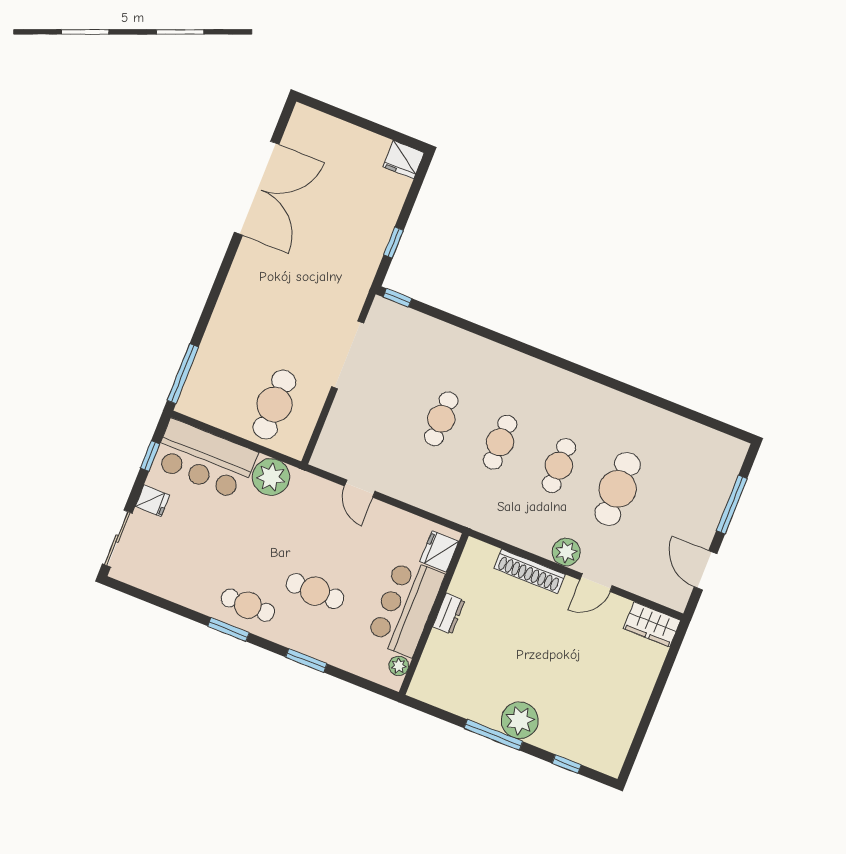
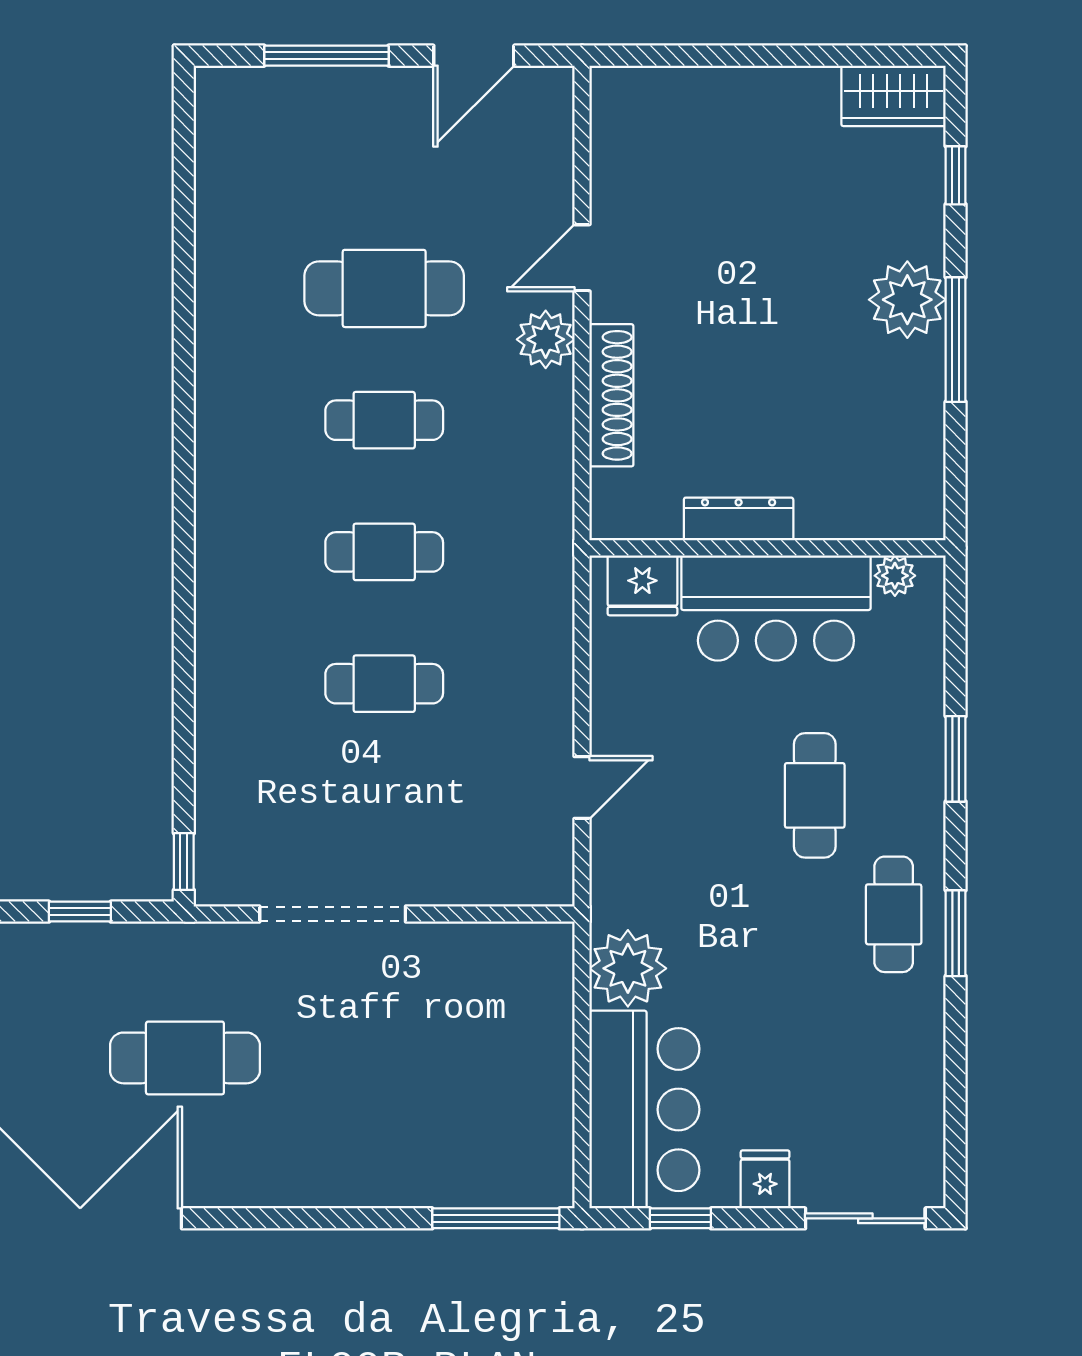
cafe table: (274, 404) -> (185, 1058), moved
door: (596, 583) -> (582, 258), swing flipped
dresser: (449, 614) -> (739, 519), width x1.44
wardrobe: (652, 624) -> (893, 96), moved, turned 90

